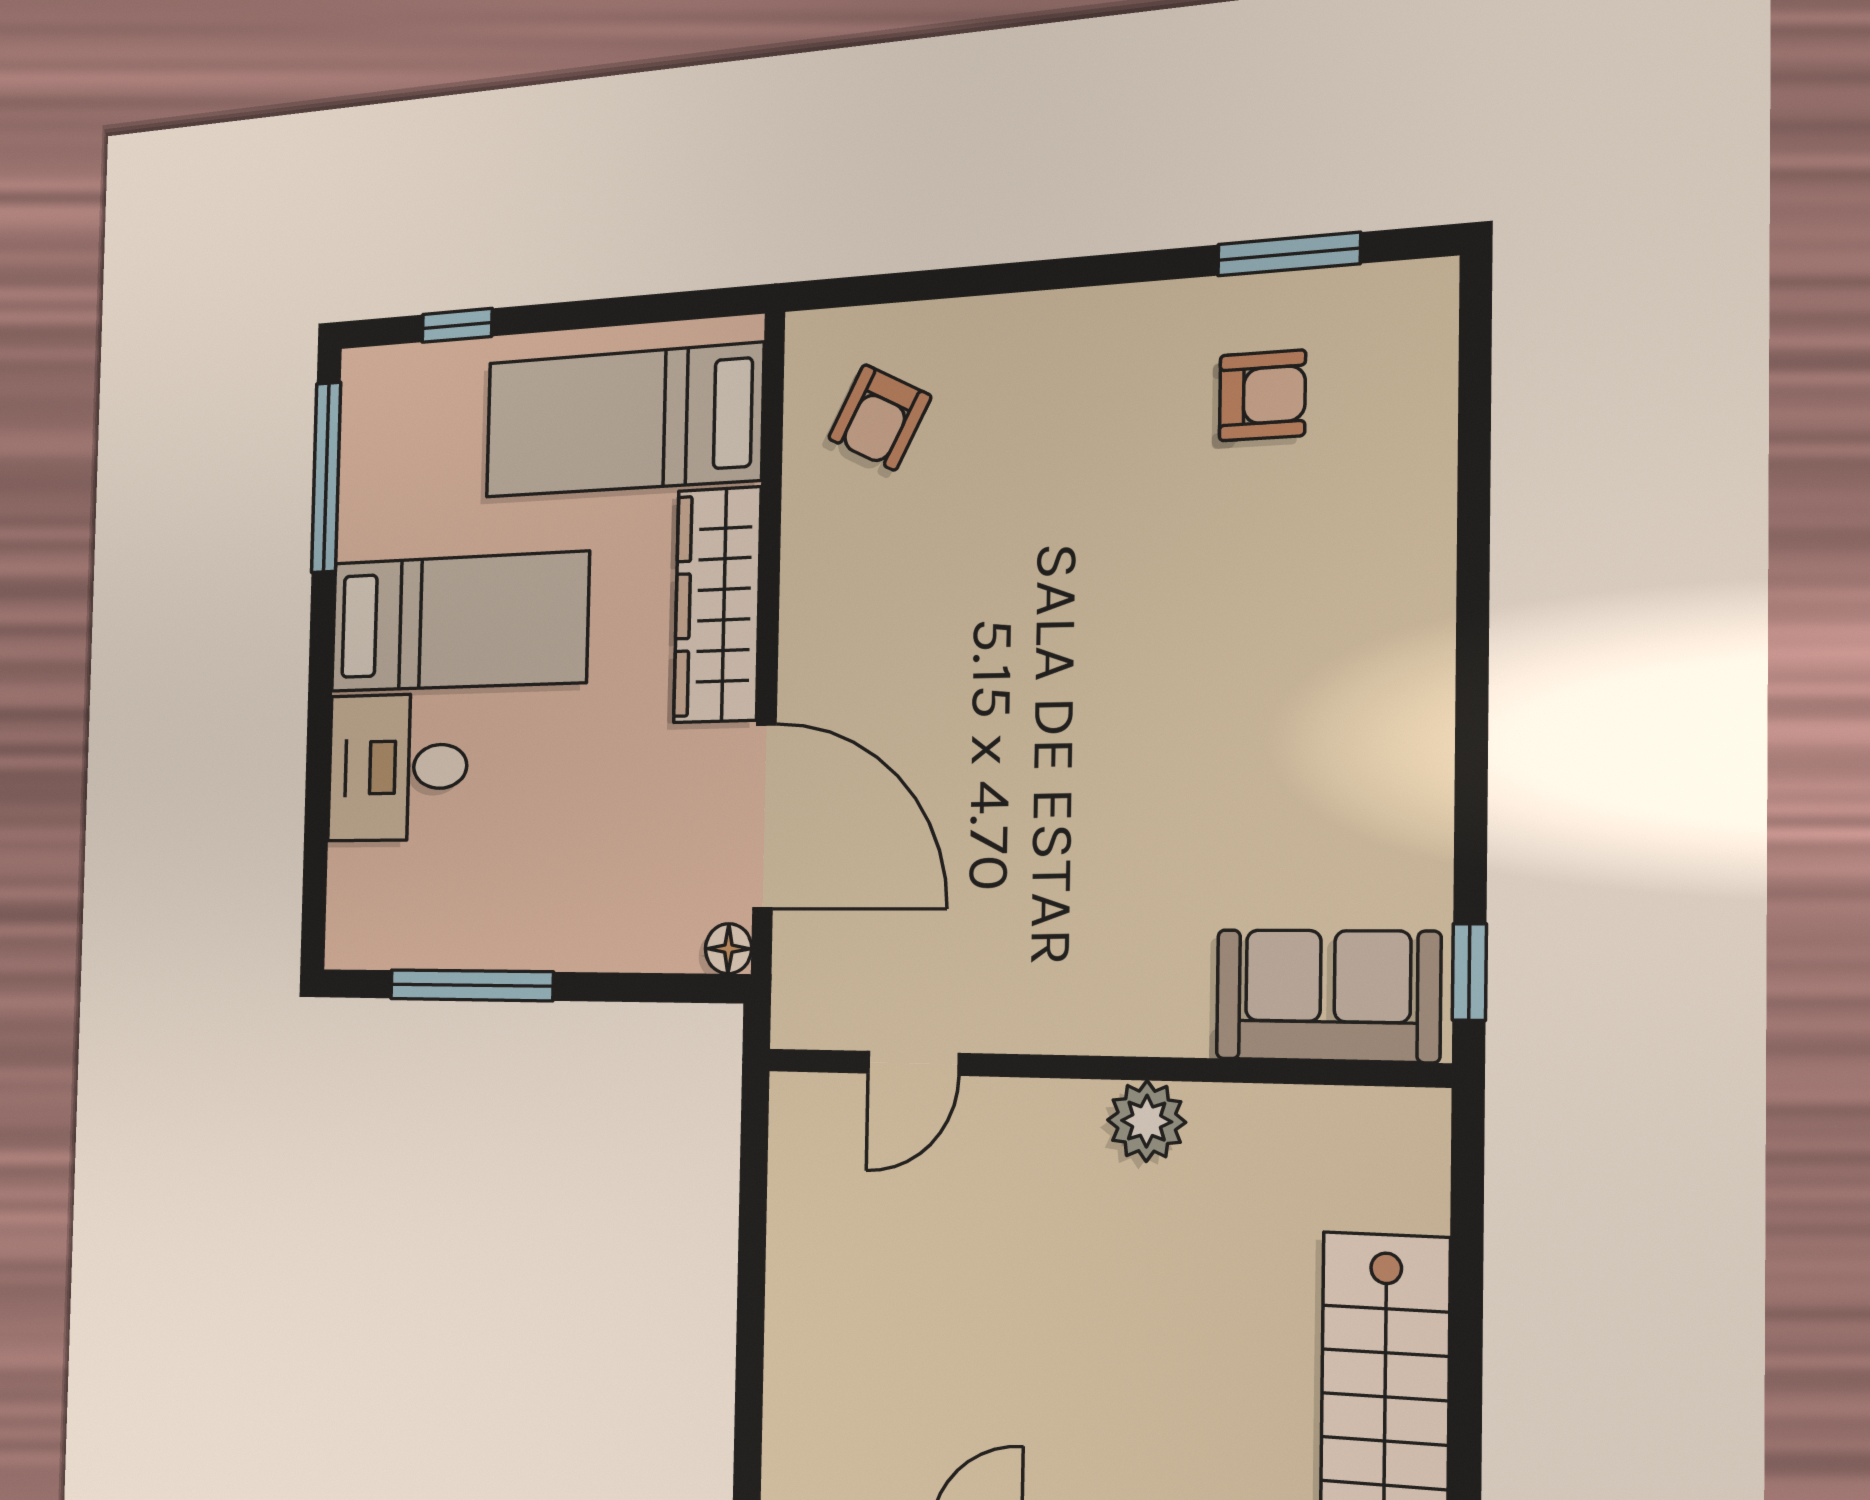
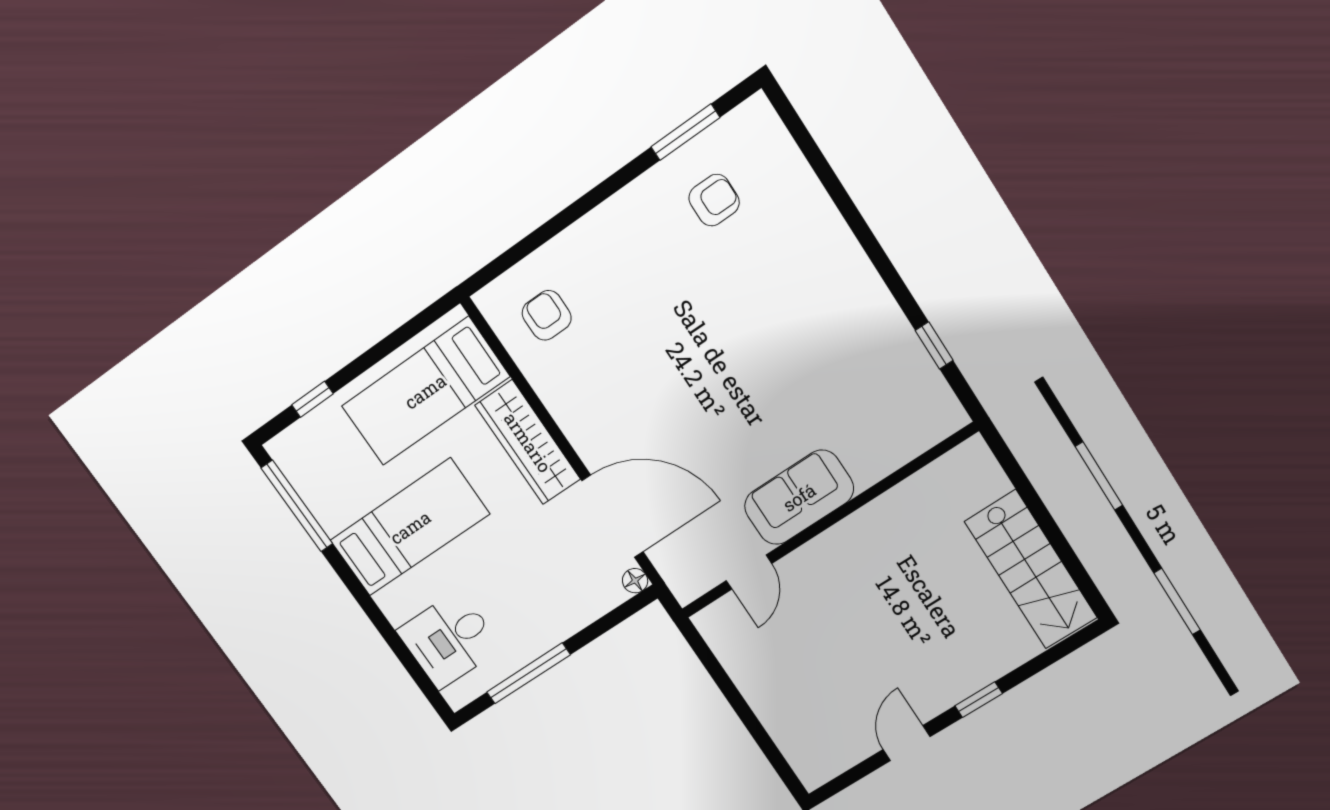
armchair: (880, 417) -> (547, 315), turned 153
desk: (398, 767) -> (449, 640), moved
window: (1469, 972) -> (934, 345), moved
sofa: (1327, 996) -> (799, 497), moved
plant: (1147, 1121) -> (863, 528), removed

